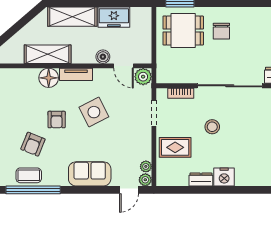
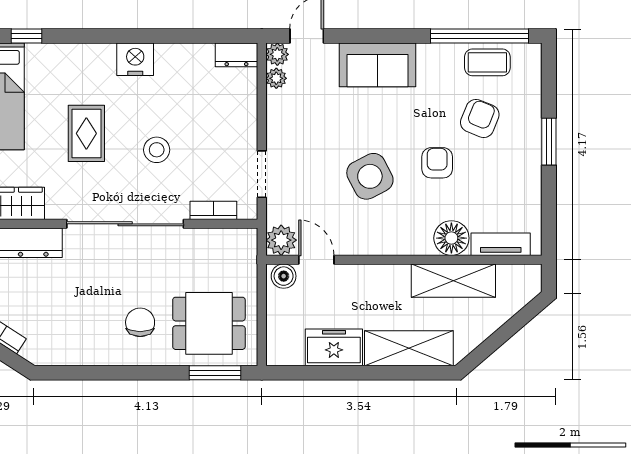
boiler: (103, 57) -> (284, 276), moved
tv unit: (76, 74) -> (501, 244), moved
rug: (175, 147) -> (86, 133), moved, turned 90
dresser: (201, 179) -> (236, 55), moved

